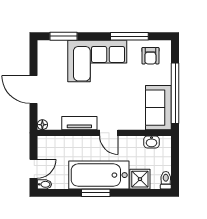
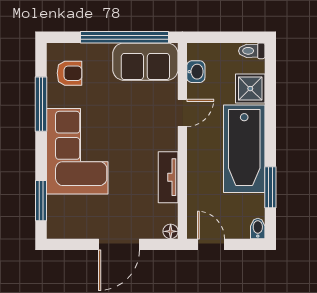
door: (109, 133) -> (182, 113), moved
door: (34, 169) -> (211, 244), moved
window: (96, 193) -> (270, 187), moved

